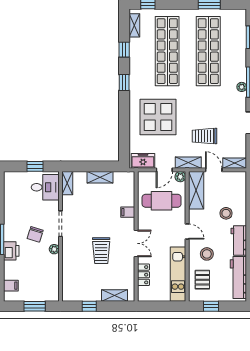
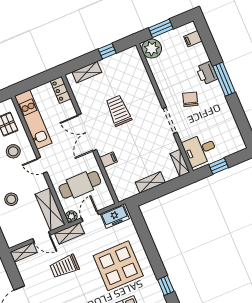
trolley: (205, 136) -> (64, 266), turned 180
double door: (136, 243) -> (87, 132), width x1.37
plant: (54, 249) -> (152, 49), moved, width x1.87, depth x1.87
locker: (144, 275) -> (61, 90), moved

